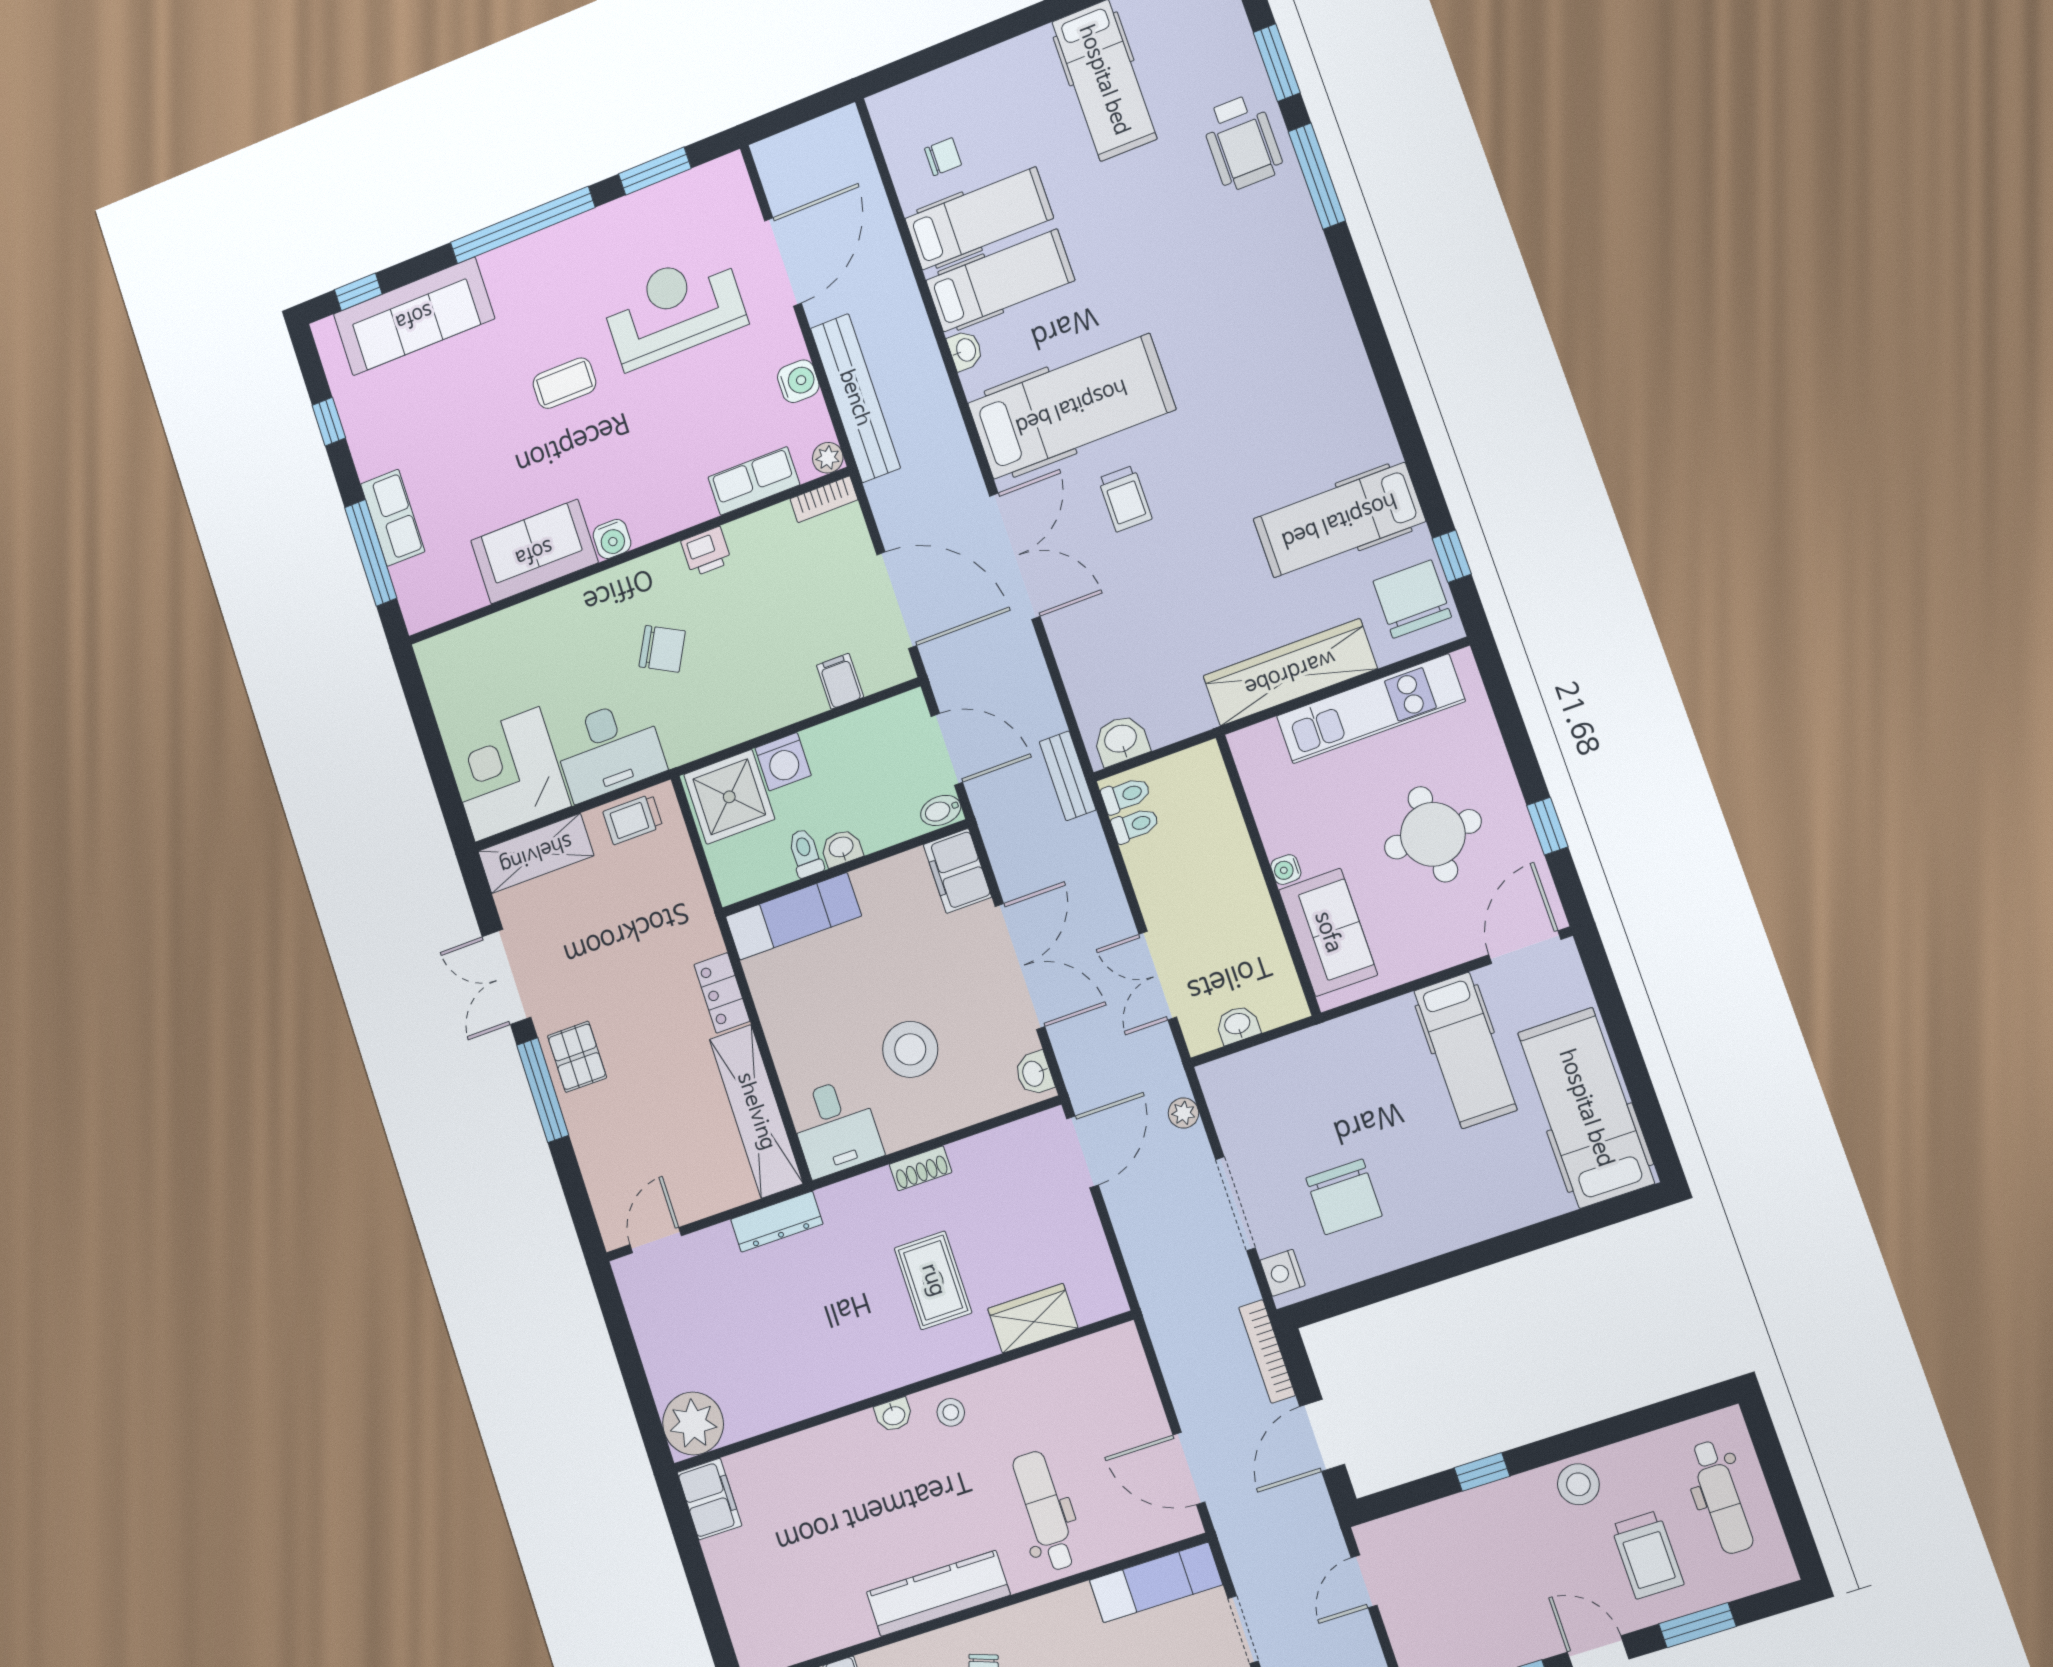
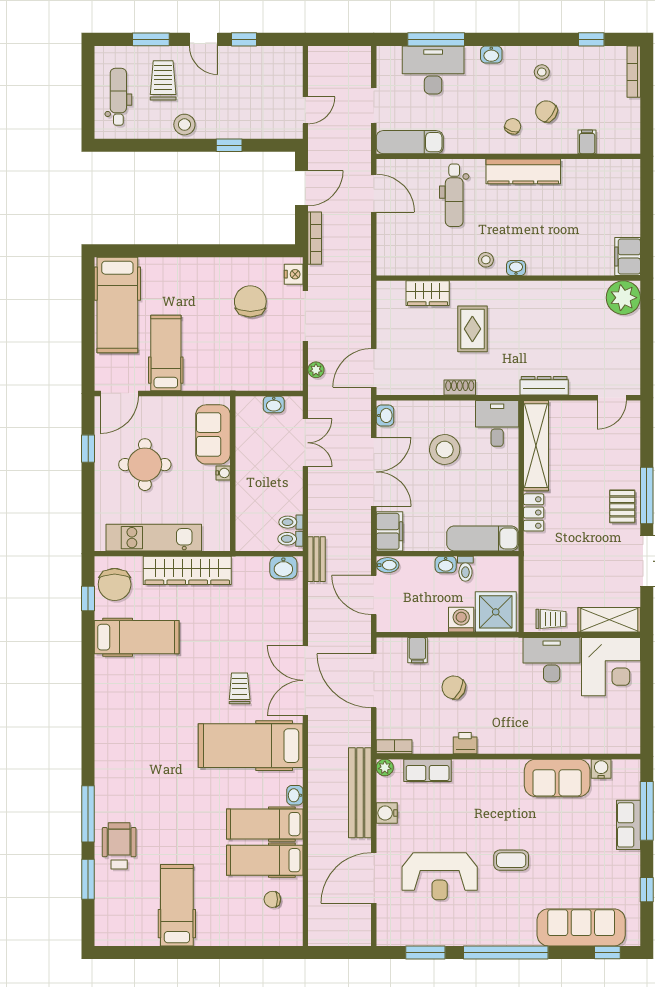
water cooler: (612, 539) -> (601, 769), moved
chair: (662, 649) -> (454, 687), moved
double door: (1020, 966) -> (374, 472), swing flipped

